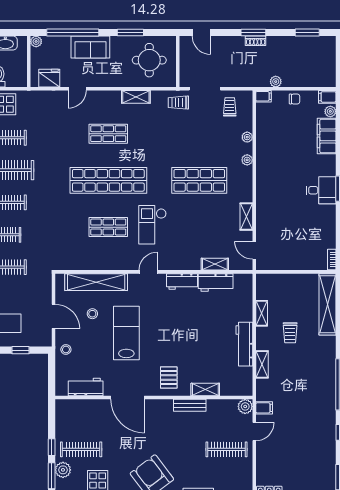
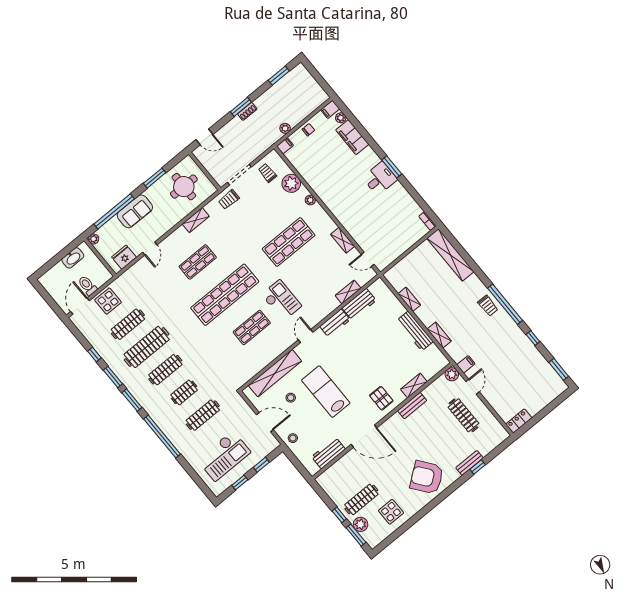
plant: (247, 137) -> (291, 183), width x1.87, depth x1.87
checkout: (152, 225) -> (281, 300), turned 180
trolley: (290, 333) -> (488, 306), moved
clothes rail: (226, 449) -> (464, 415), turned 90

